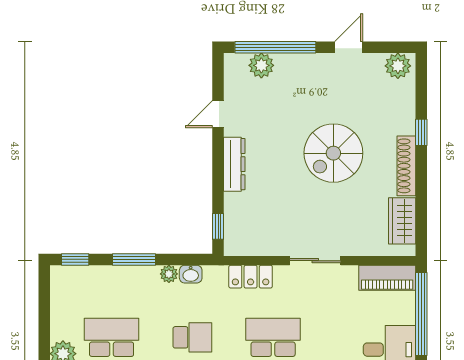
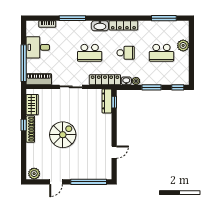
plant: (261, 65) -> (95, 174), removed
window: (421, 132) -> (24, 125), moved
dresser: (234, 164) -> (107, 101), moved
locker: (251, 277) -> (105, 80), width x1.53
school desk: (192, 337) -> (126, 53), turned 180

